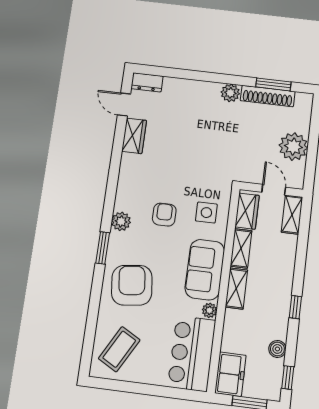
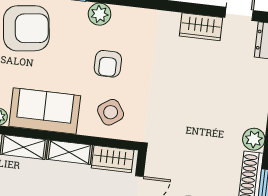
side table: (206, 213) -> (111, 112), turned -34
armchair: (164, 215) -> (108, 64), turned 90

